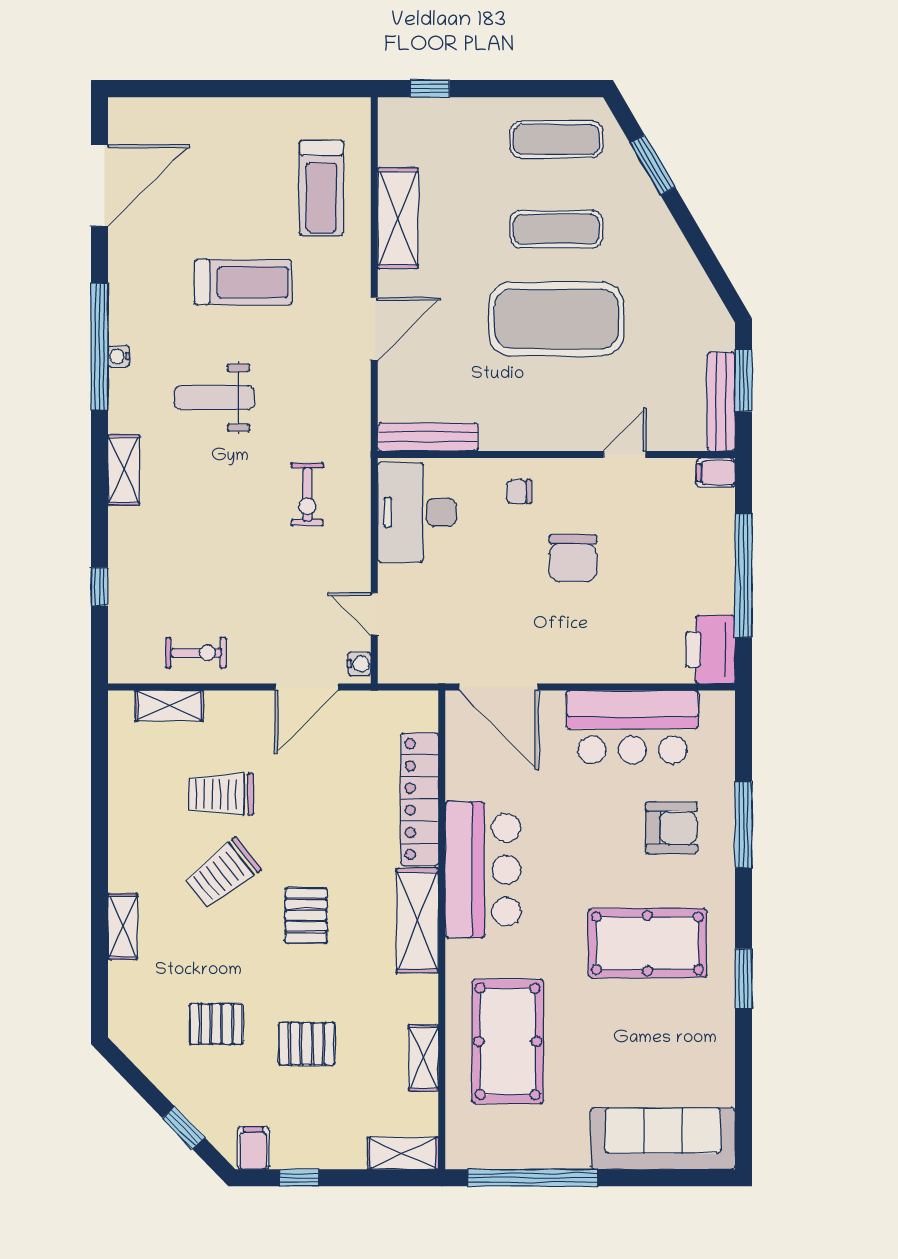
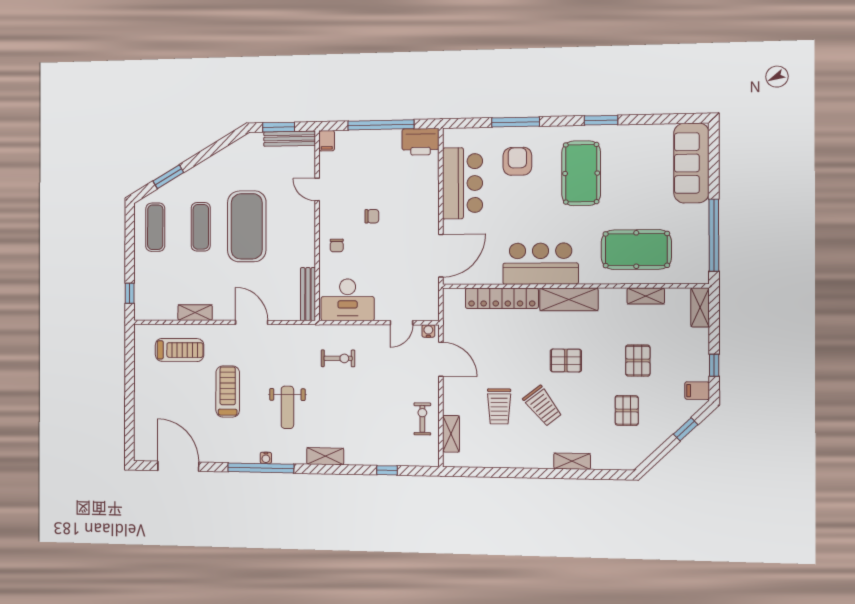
shelving: (398, 218) -> (195, 313), width x0.67, depth x0.75
chair: (573, 558) -> (372, 216), width x0.54, depth x0.54

